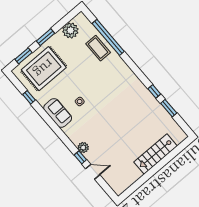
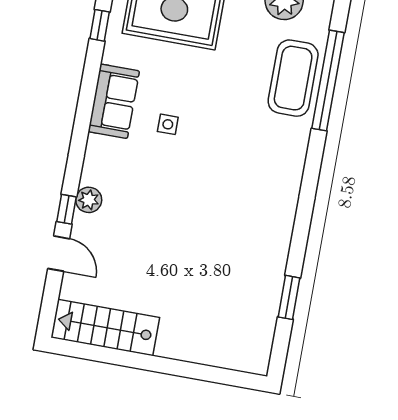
coffee table: (98, 48) -> (293, 78), width x1.36, depth x1.32
window: (154, 91) -> (298, 246), removed
stairs: (156, 154) -> (105, 328), moved

